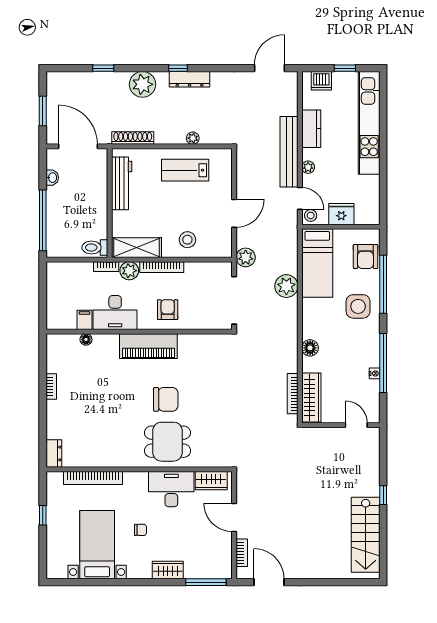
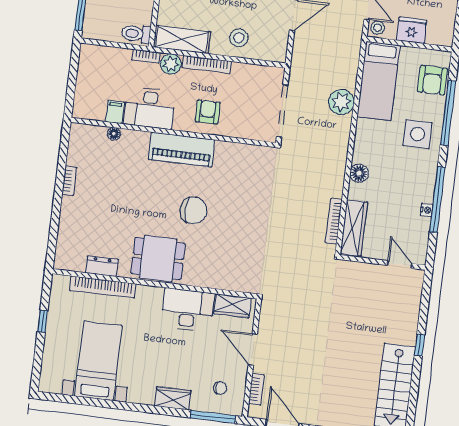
plant: (246, 257) -> (301, 65), removed
dining table: (168, 442) -> (158, 258), moved
dresser: (54, 453) -> (102, 266), moved, turned -90
chair: (140, 530) -> (220, 388), moved

